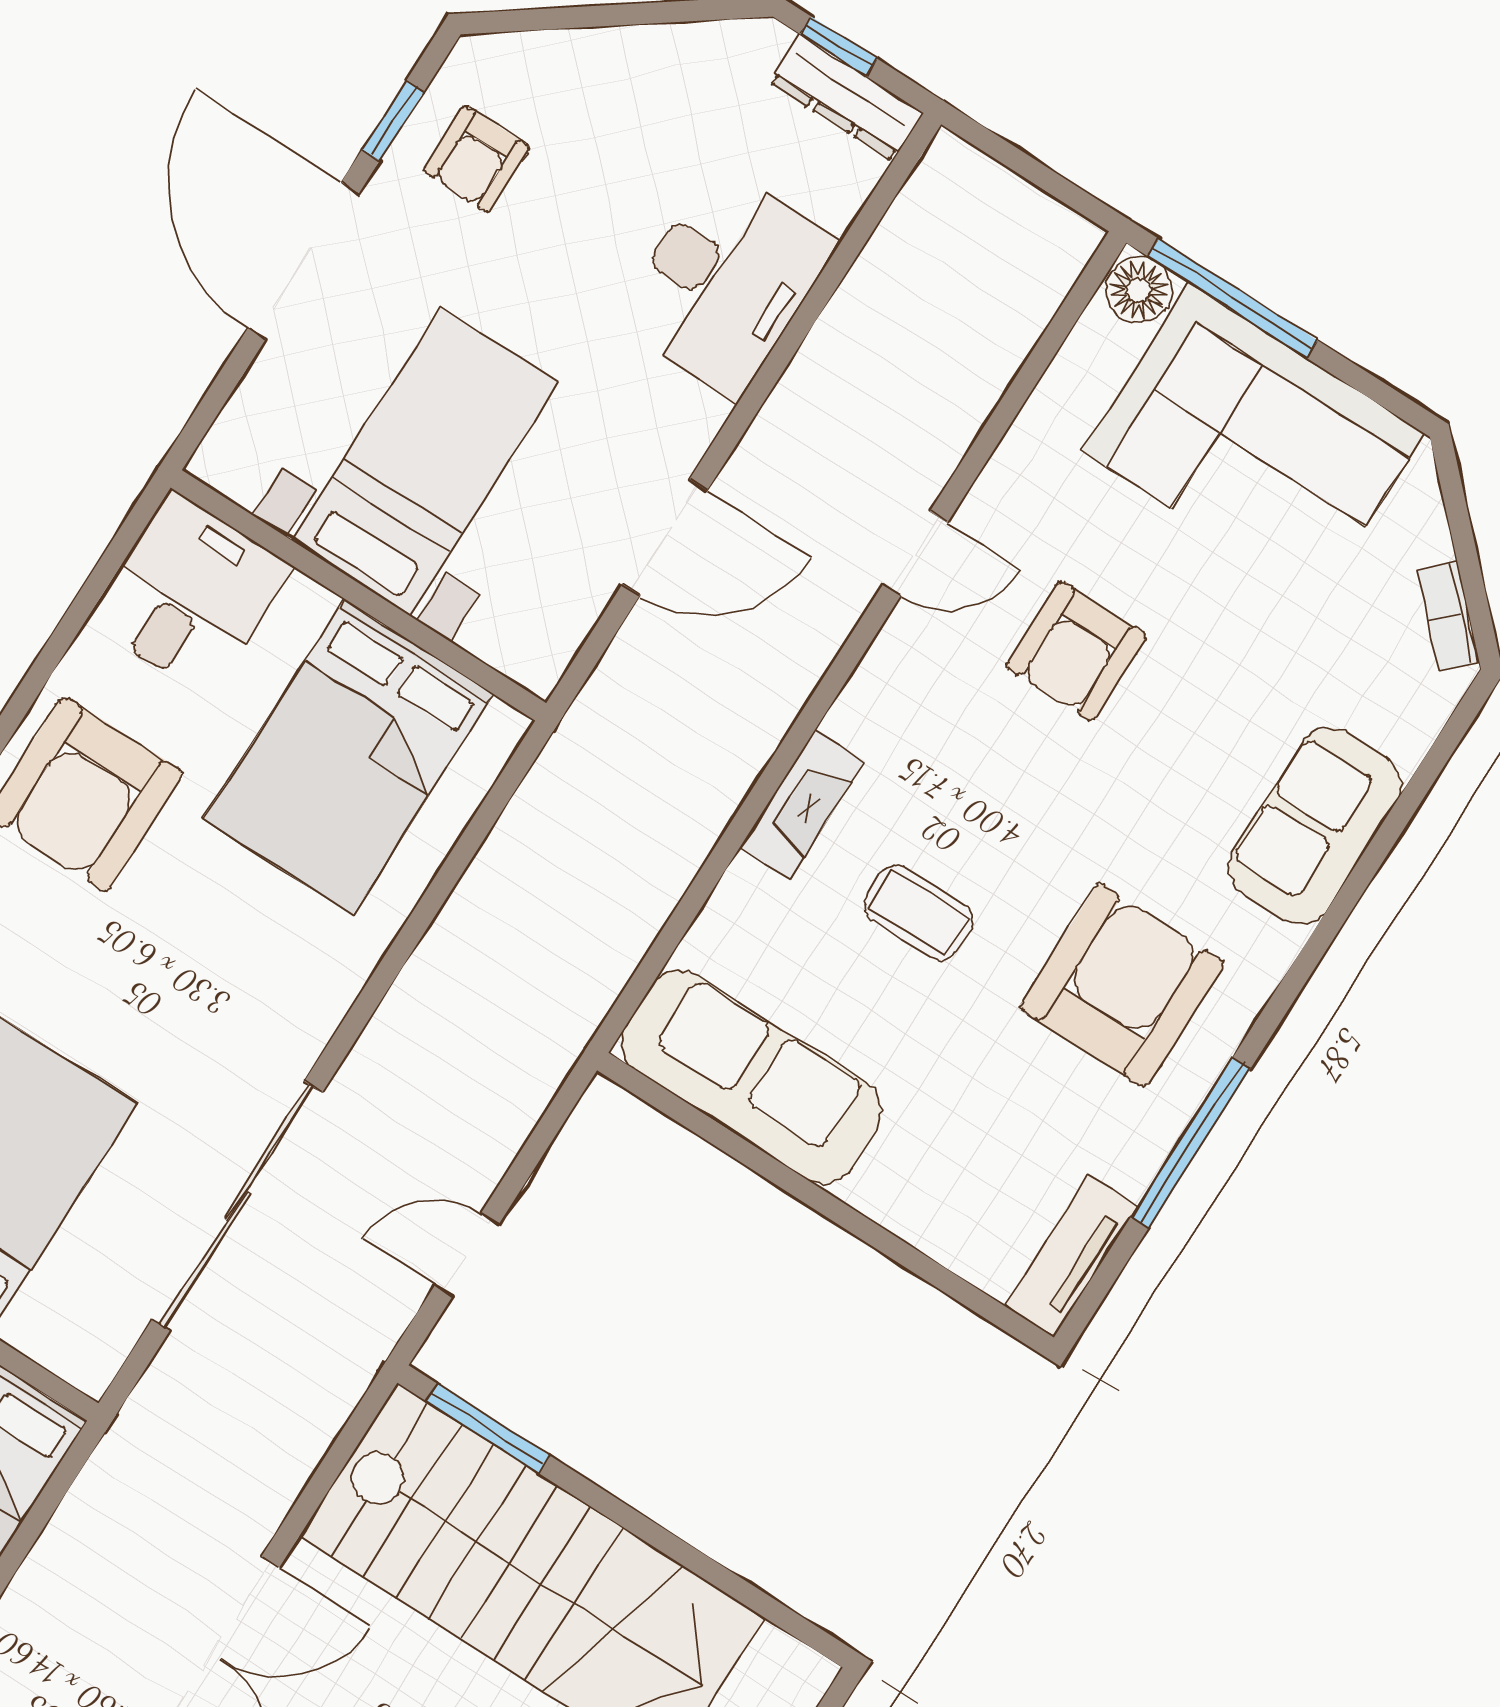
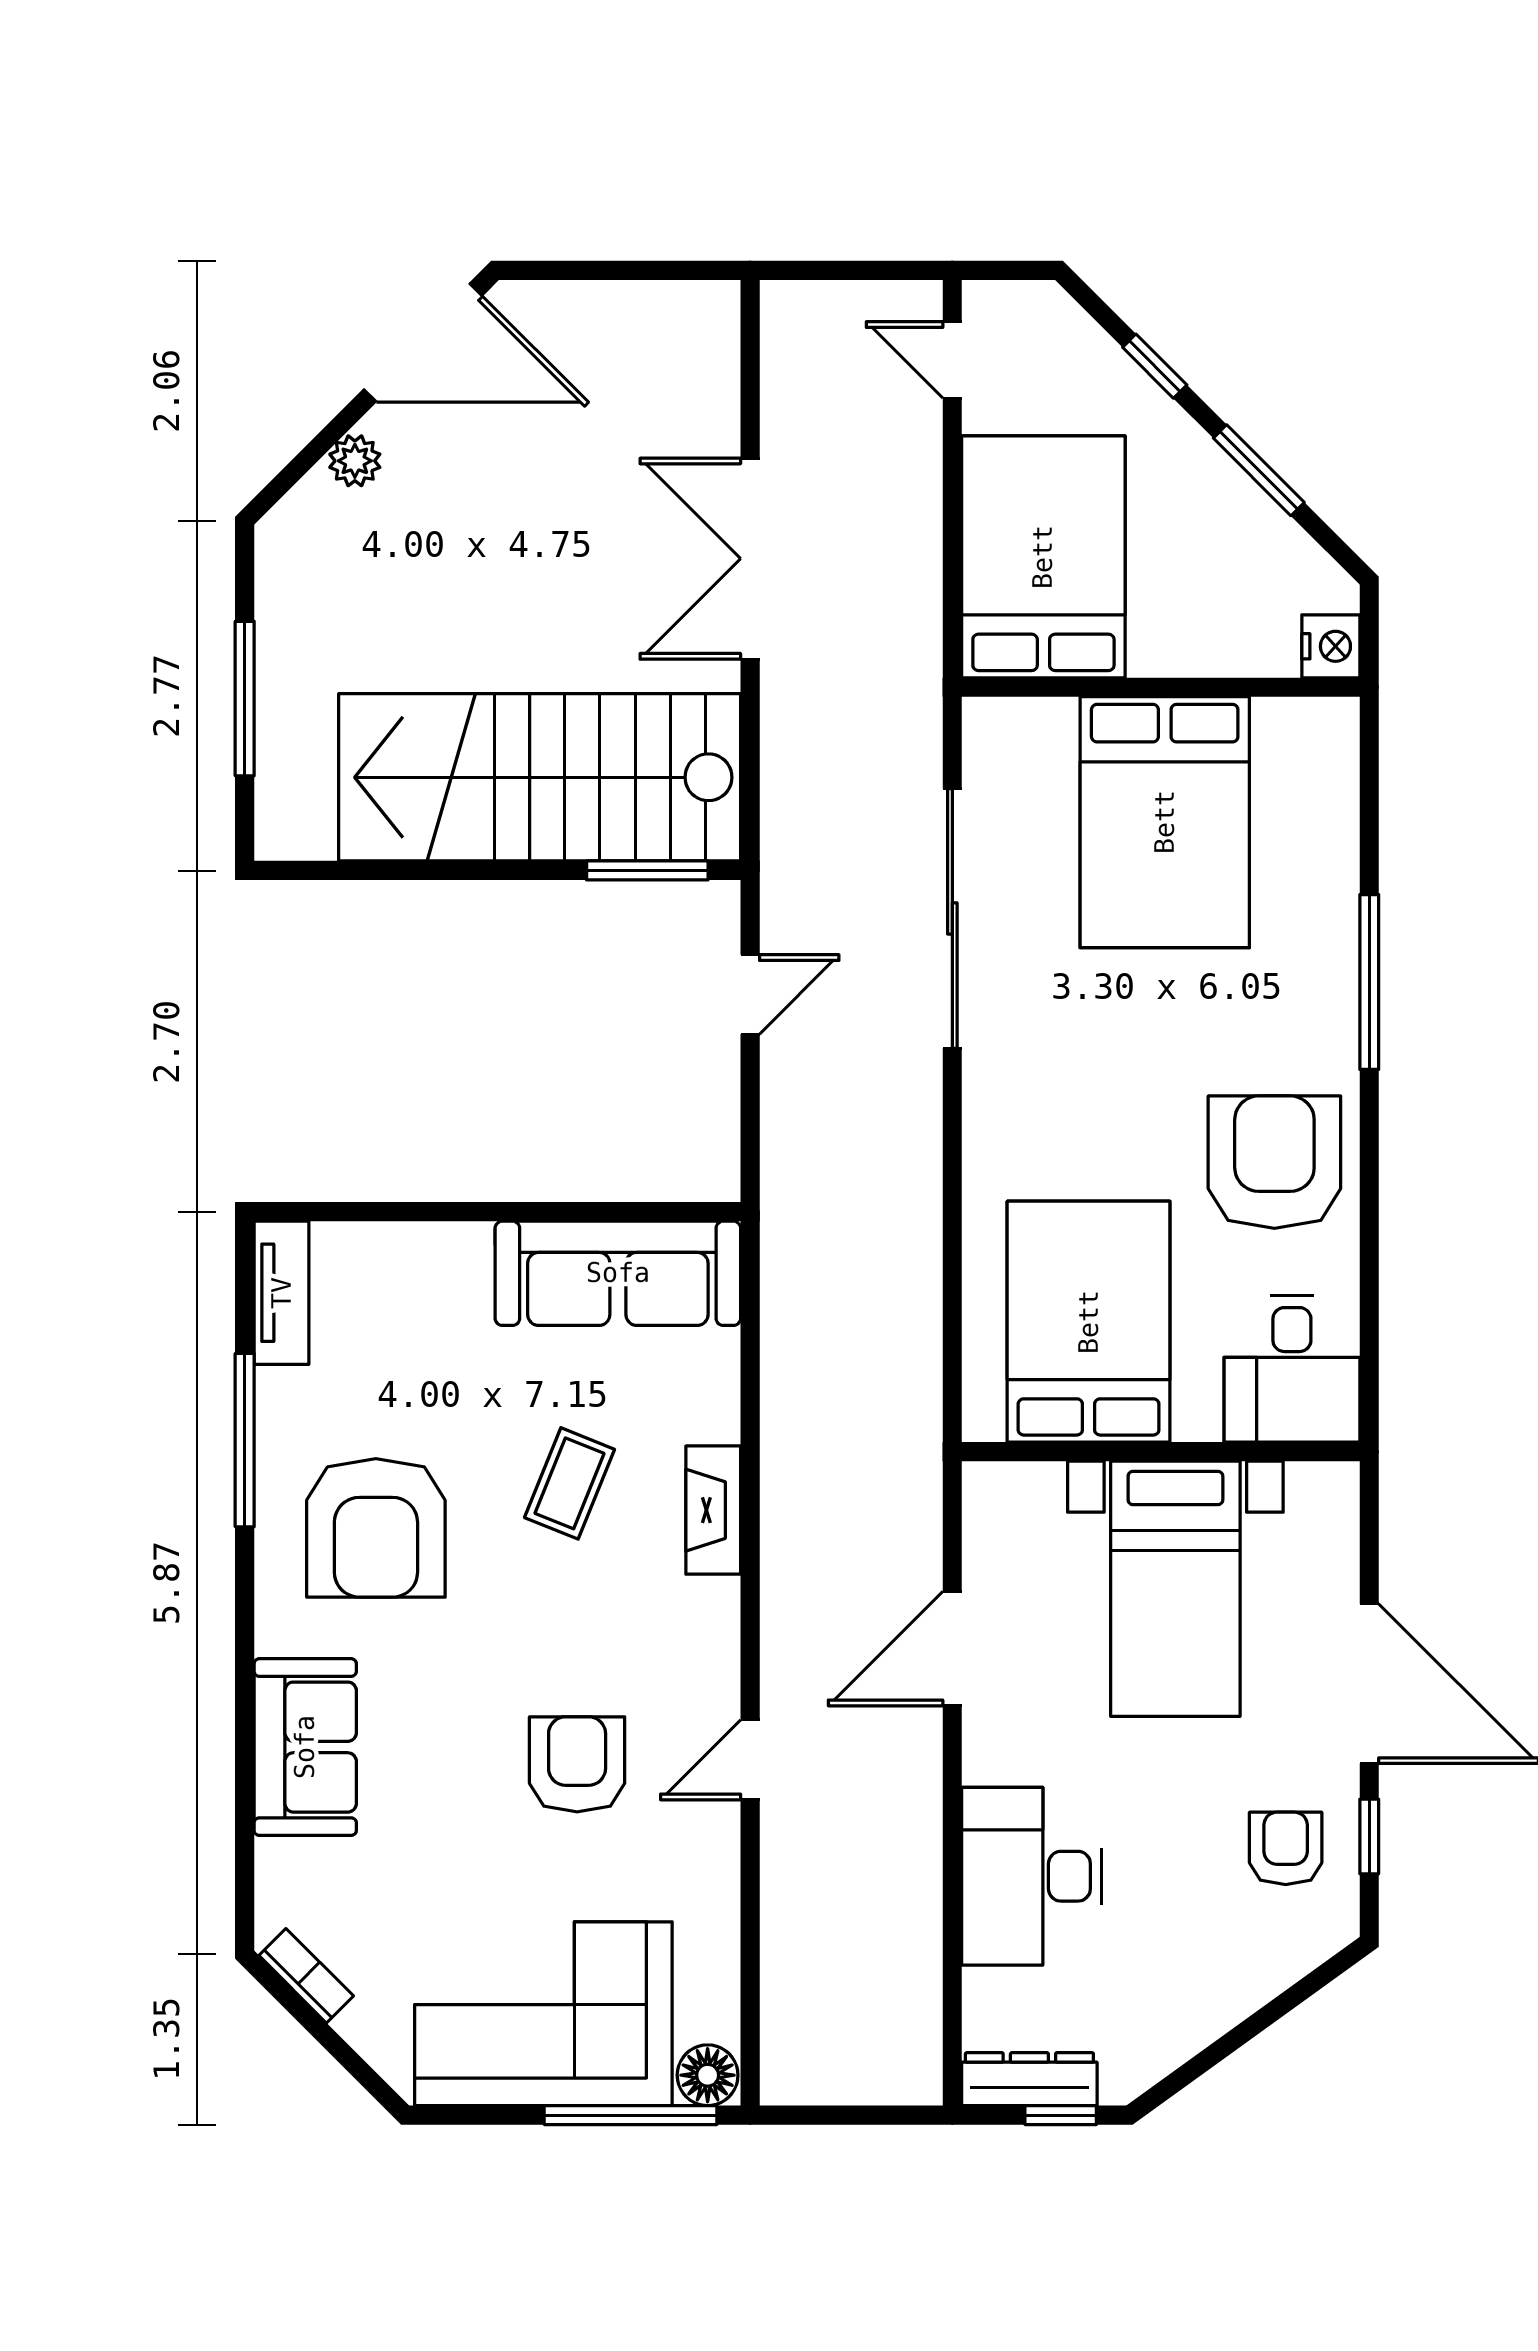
coffee table: (919, 913) -> (569, 1483), turned -68

